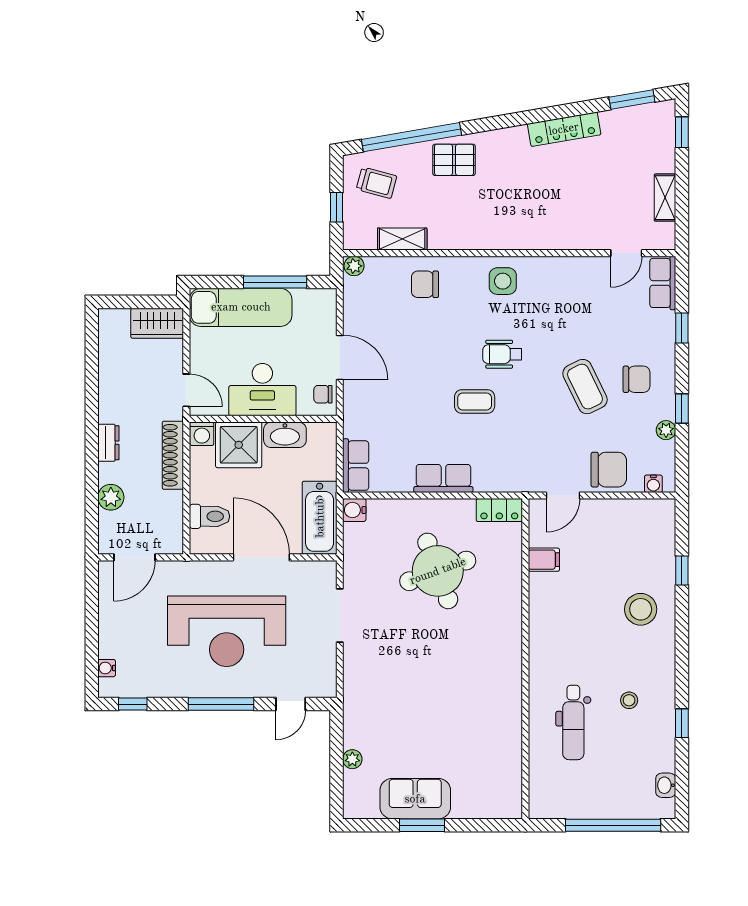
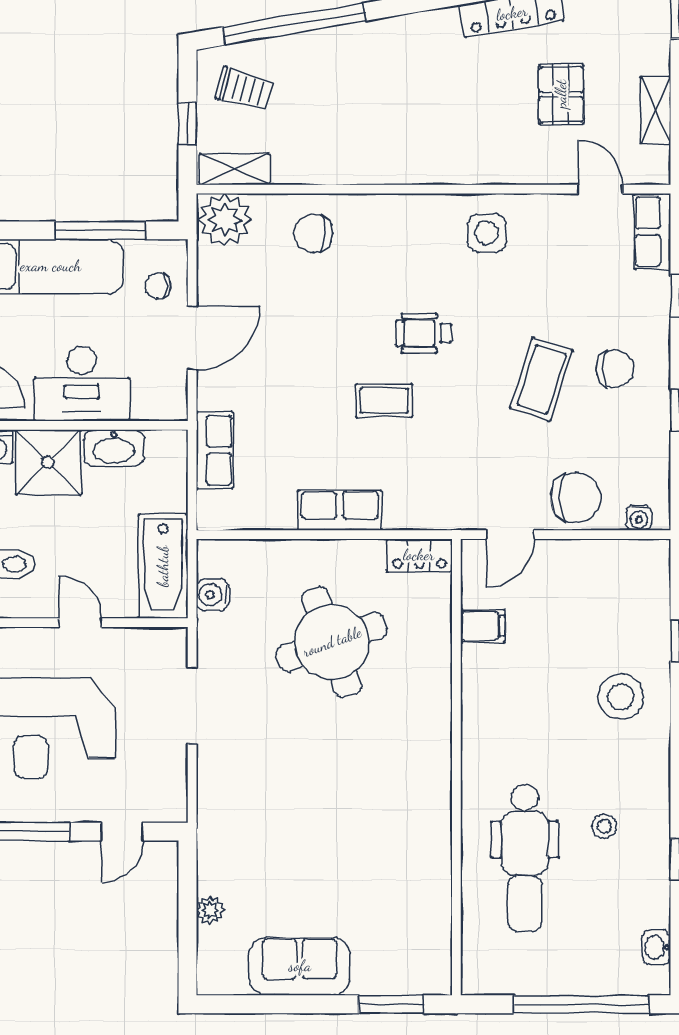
pallet: (454, 160) -> (561, 94), moved, turned 90
shelving: (402, 239) -> (235, 169), moved
door: (626, 253) -> (600, 189), swing flipped
plant: (354, 266) -> (225, 220), width x1.87, depth x1.87
side table: (503, 281) -> (487, 233), moved
door: (340, 357) -> (192, 338), hinge flipped
coffee table: (585, 387) -> (541, 379), turned 44
chair: (323, 394) -> (158, 286), moved
plant: (666, 430) -> (657, 441), removed
row of seats: (356, 466) -> (215, 450), moved
water cooler: (354, 510) -> (213, 595), moved
door: (261, 557) -> (80, 623), width x0.53
dental chair: (573, 722) -> (525, 858), width x1.36, depth x1.38
window: (422, 825) -> (391, 1004), moved

